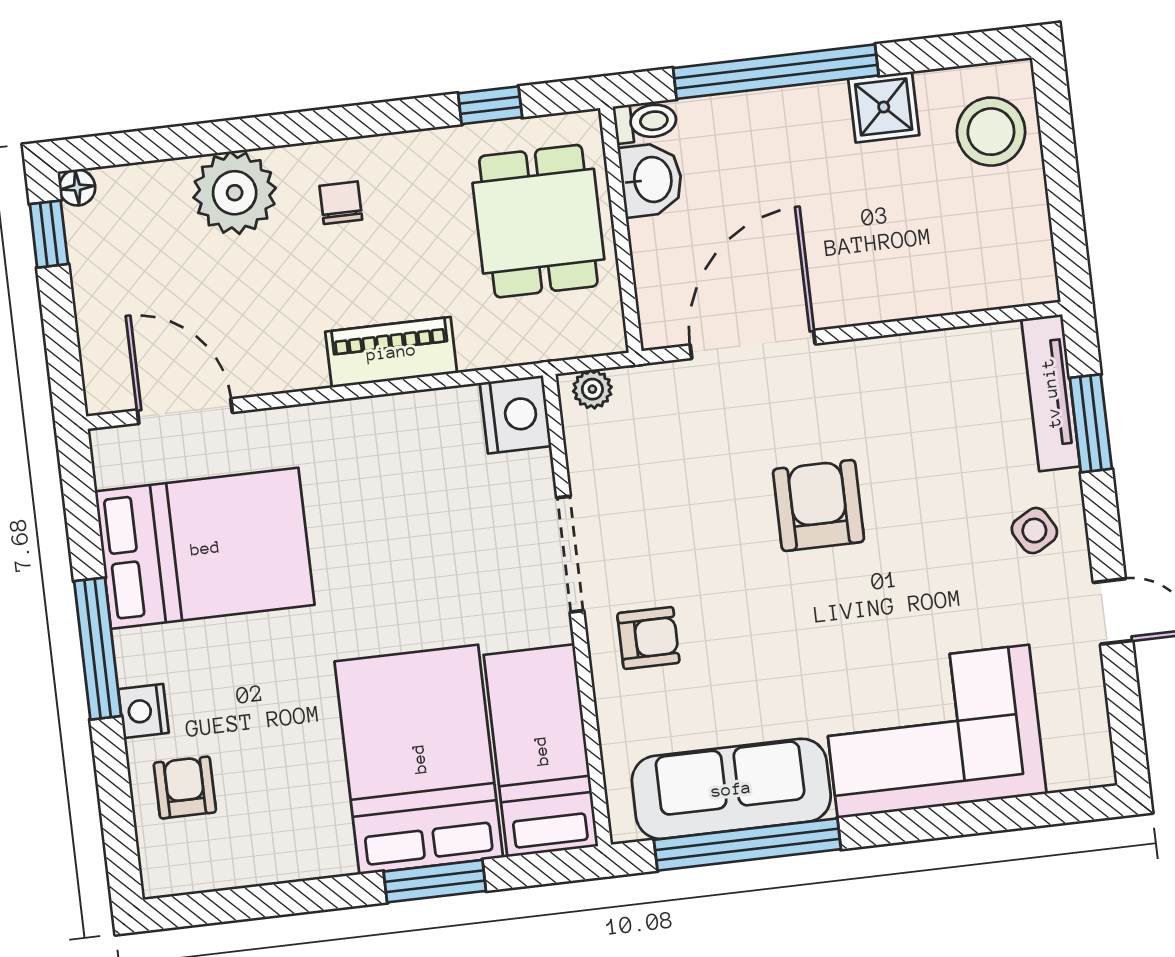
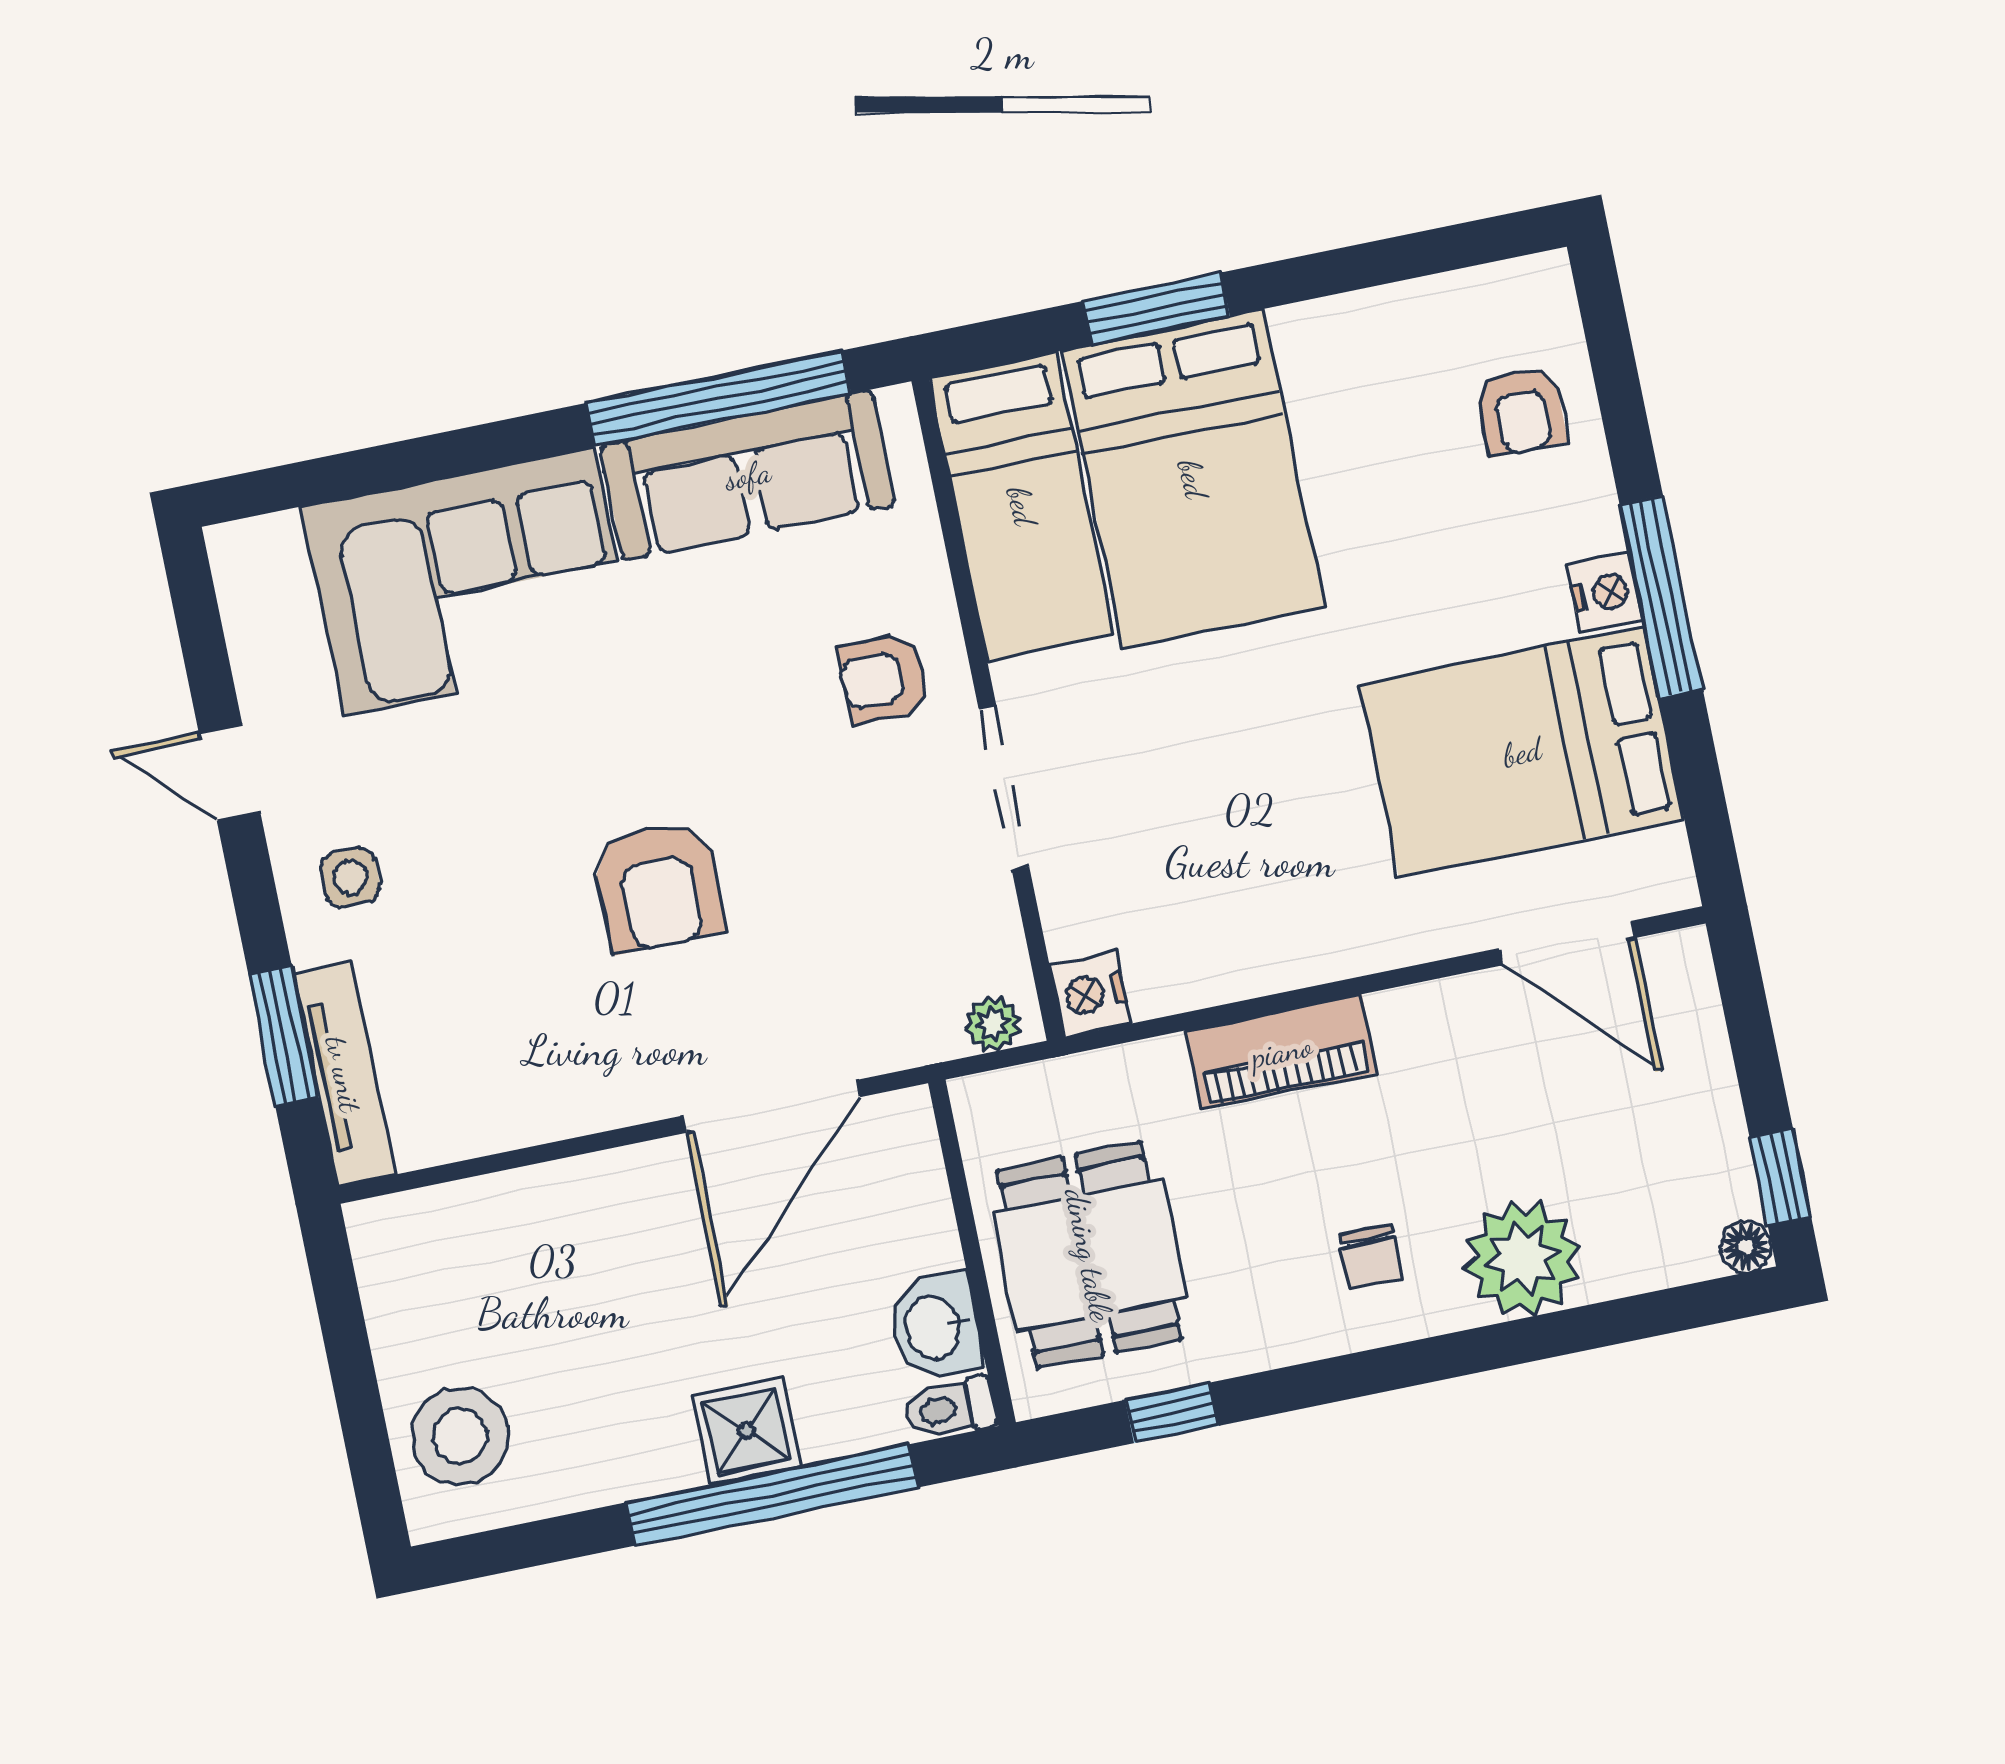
shower: (884, 107) -> (747, 1431), moved
nightstand: (515, 414) -> (1090, 994), width x0.74, depth x0.75
side table: (1034, 531) -> (350, 877), turned 30
nightstand: (143, 711) -> (1605, 593), moved

